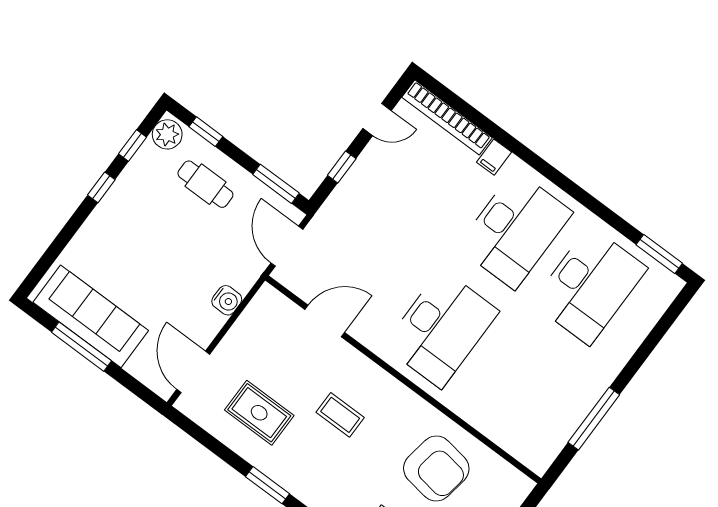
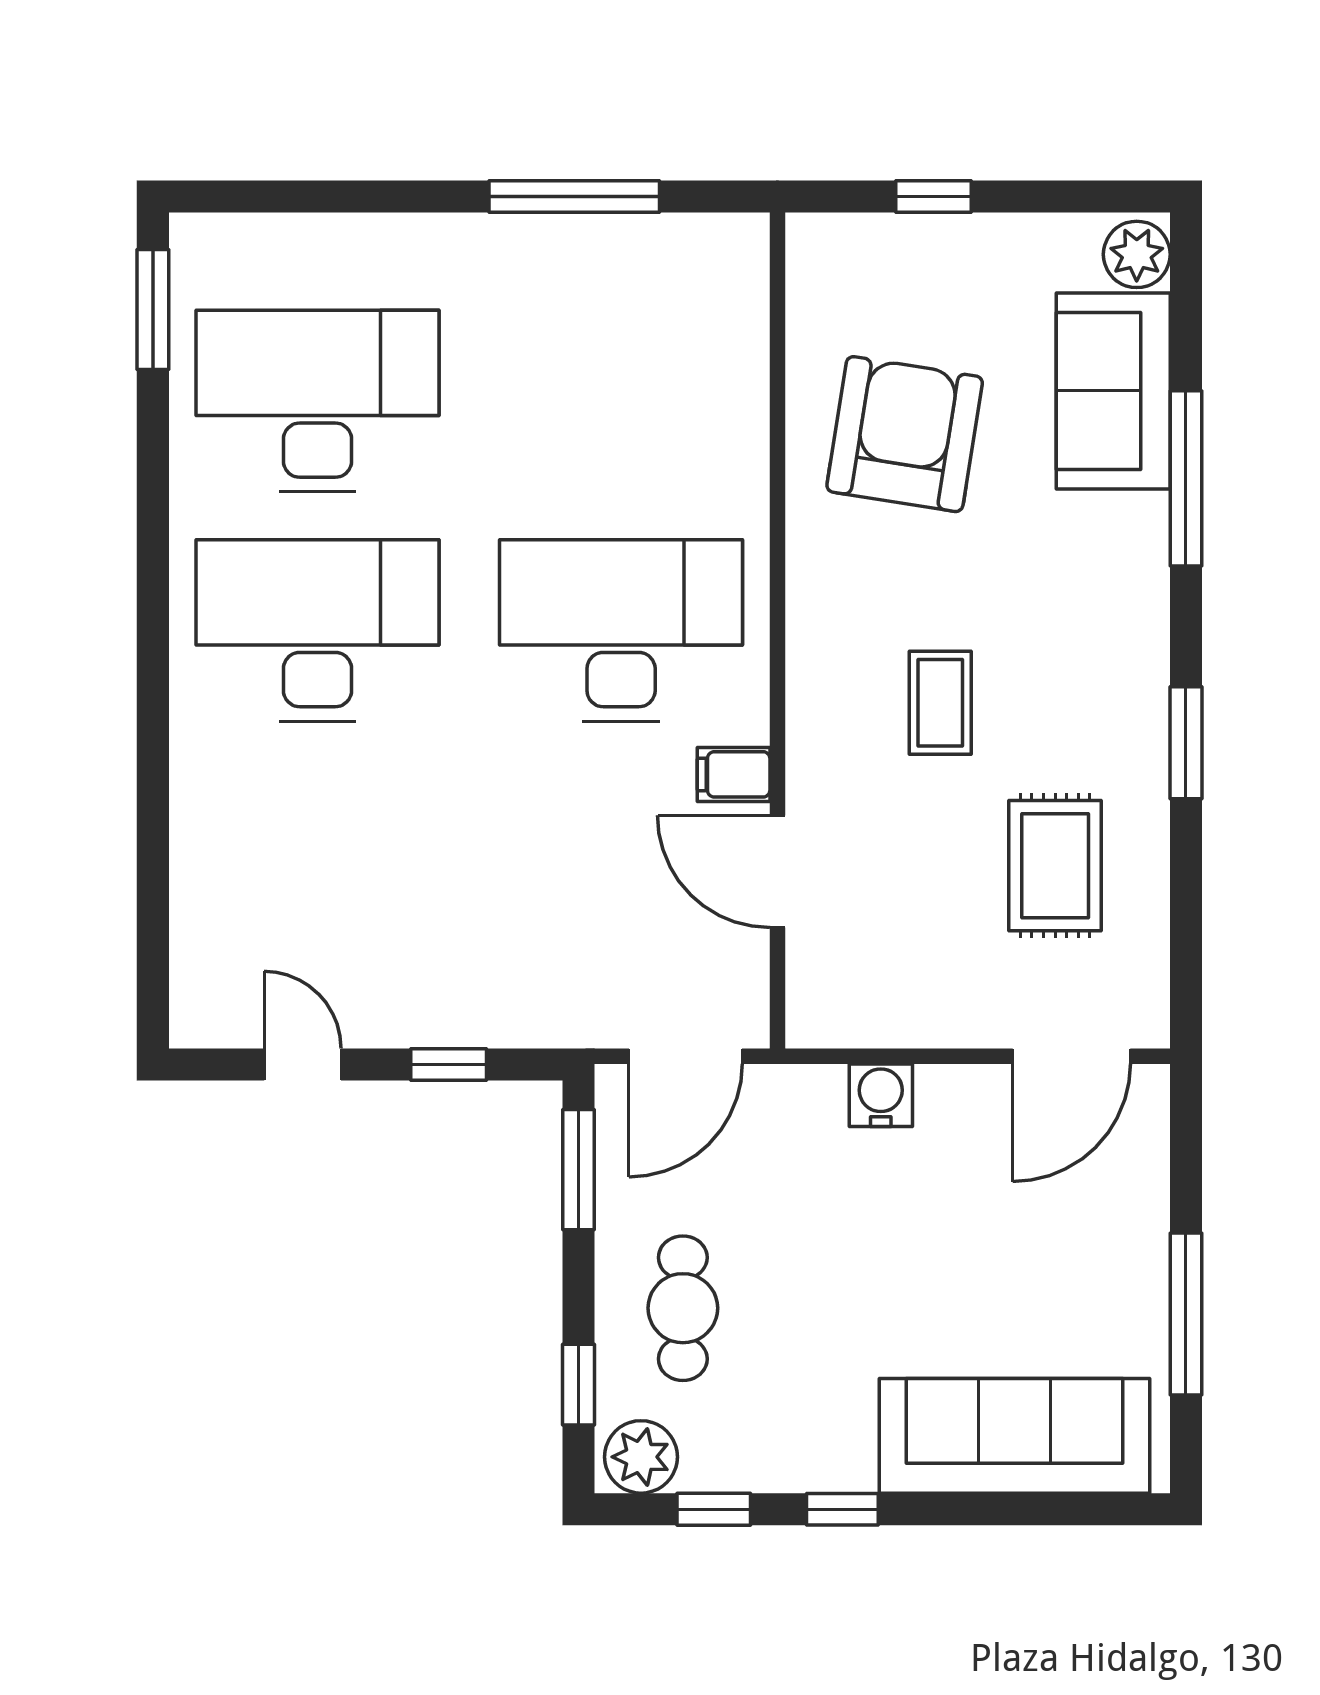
bookcase: (447, 117) -> (196, 930), removed
filing cabinet: (494, 157) -> (734, 774), moved, turned 180
sofa: (91, 316) -> (1015, 1436), moved, turned 90

